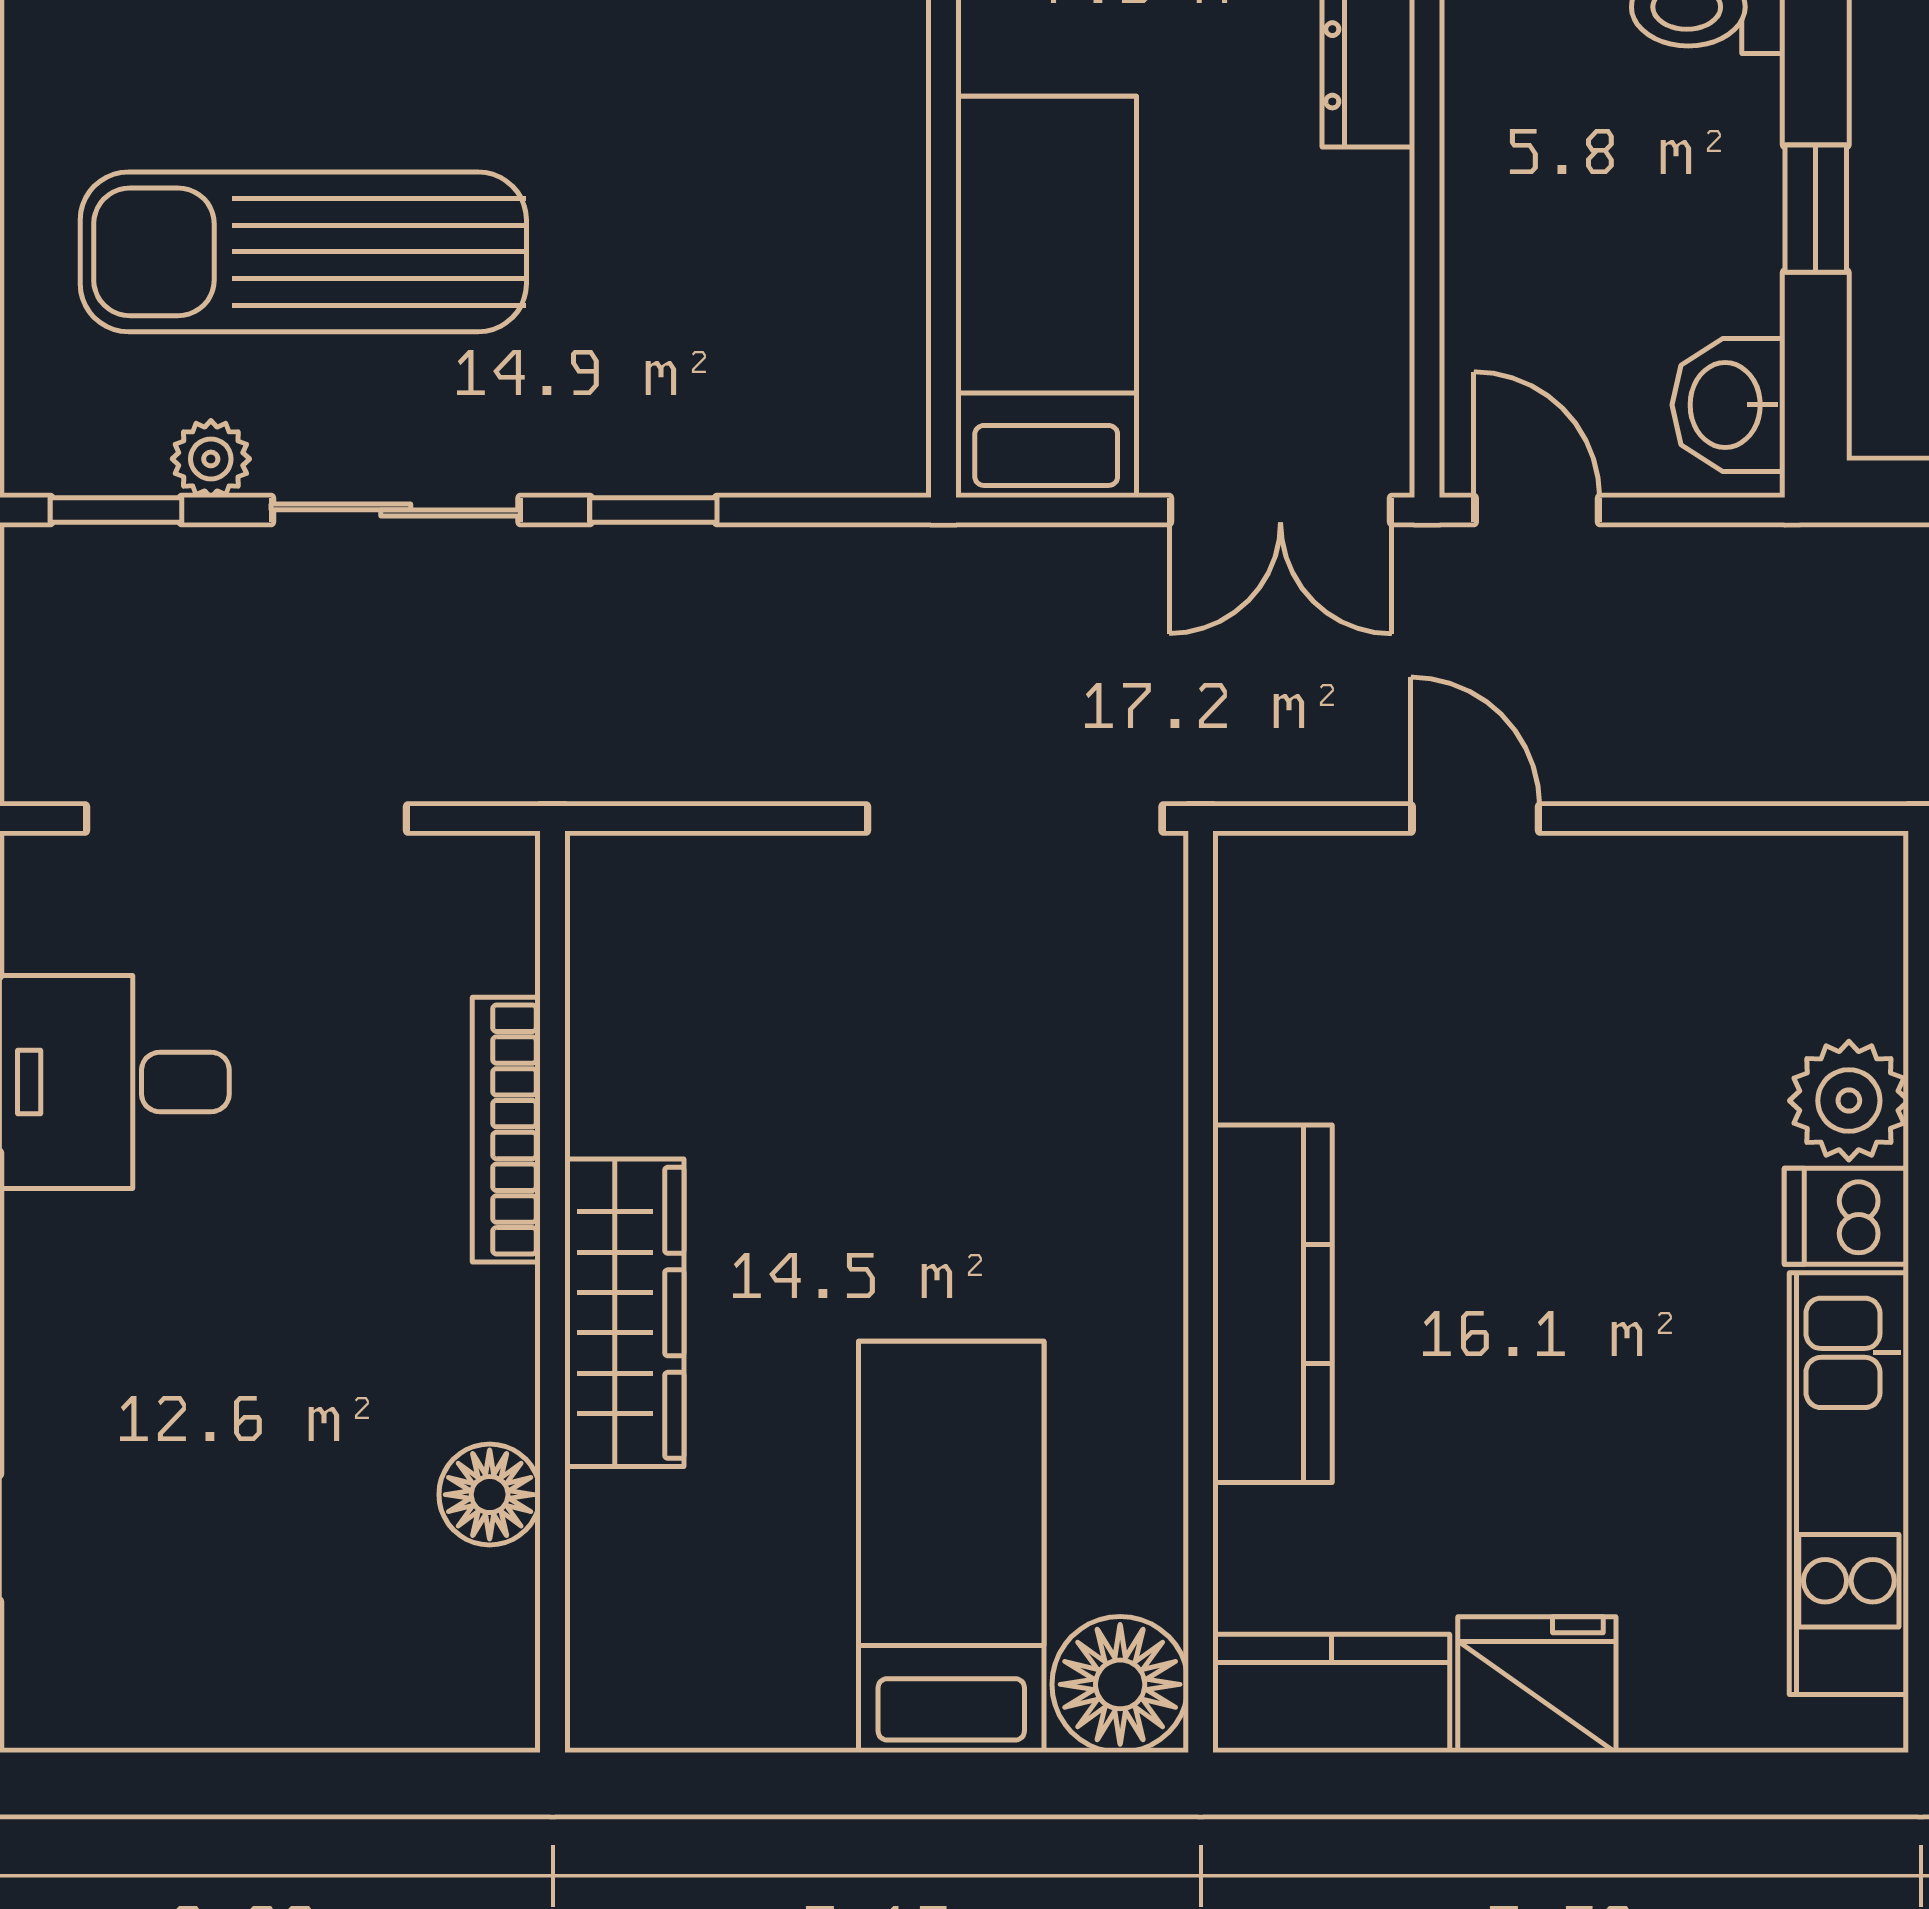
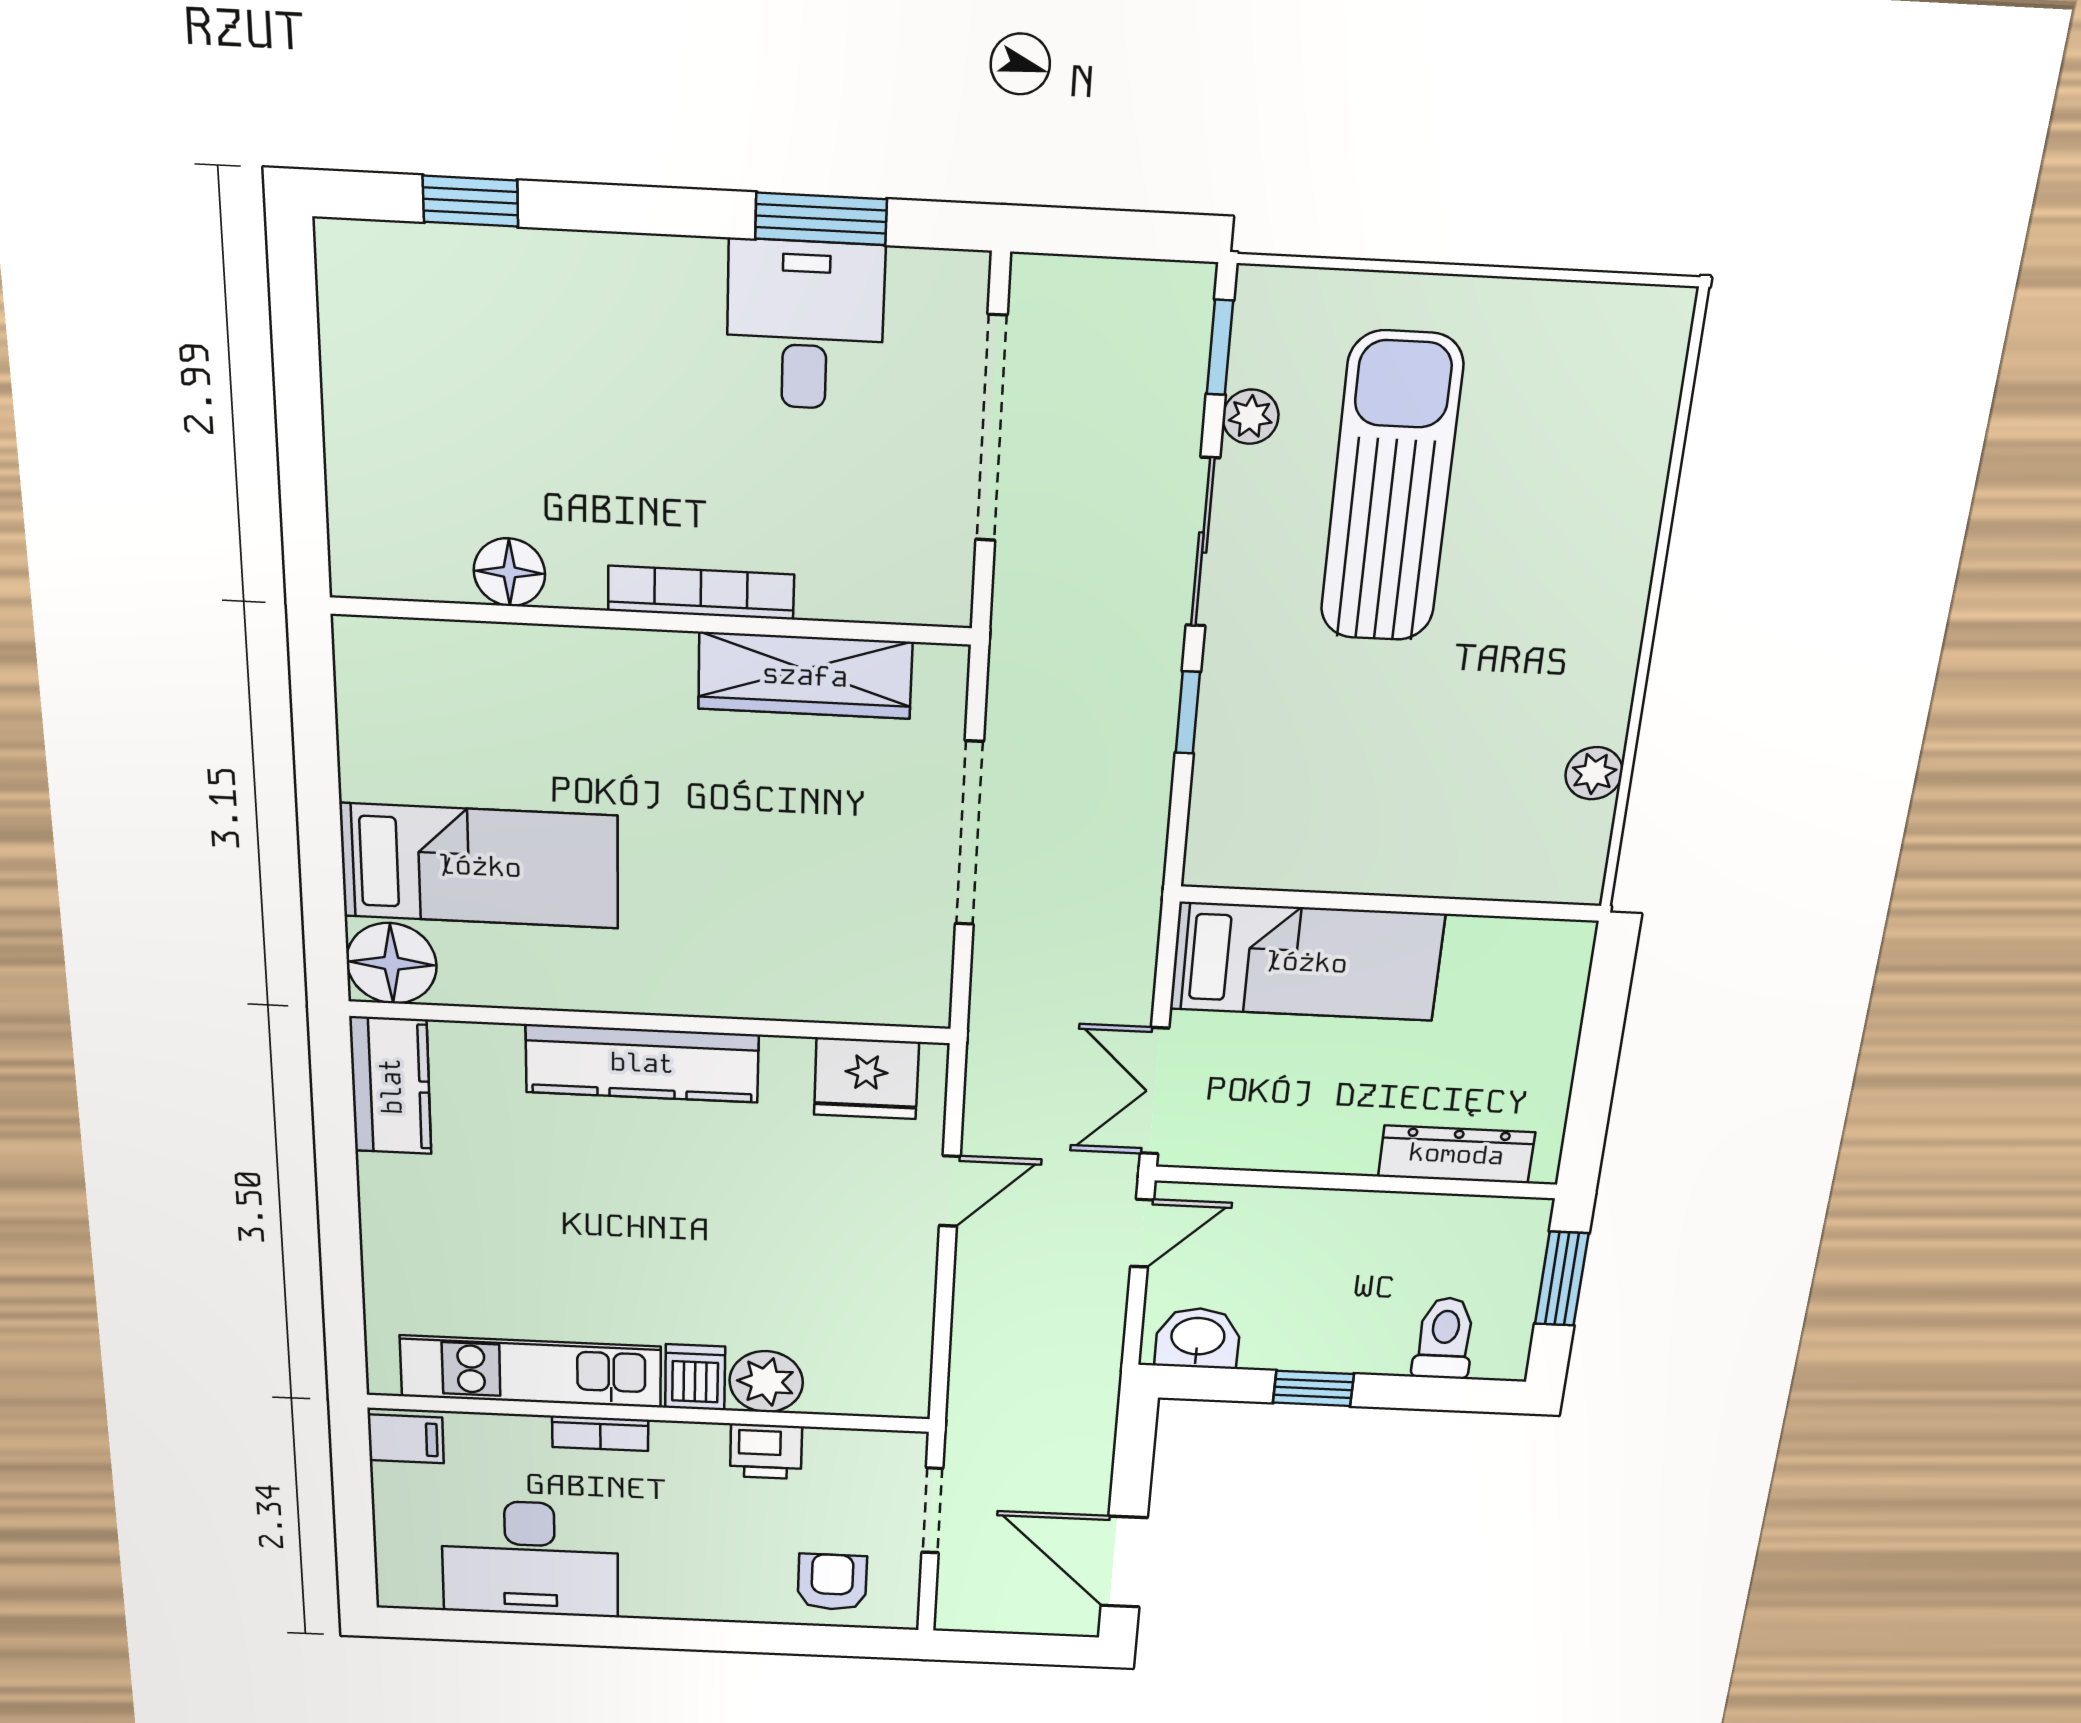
doorway: (1015, 819) -> (969, 834), moved
bookcase: (506, 1130) -> (701, 593), moved
wardrobe: (624, 1313) -> (805, 675), moved
fridge: (1537, 1685) -> (866, 1078), moved, turned 90

